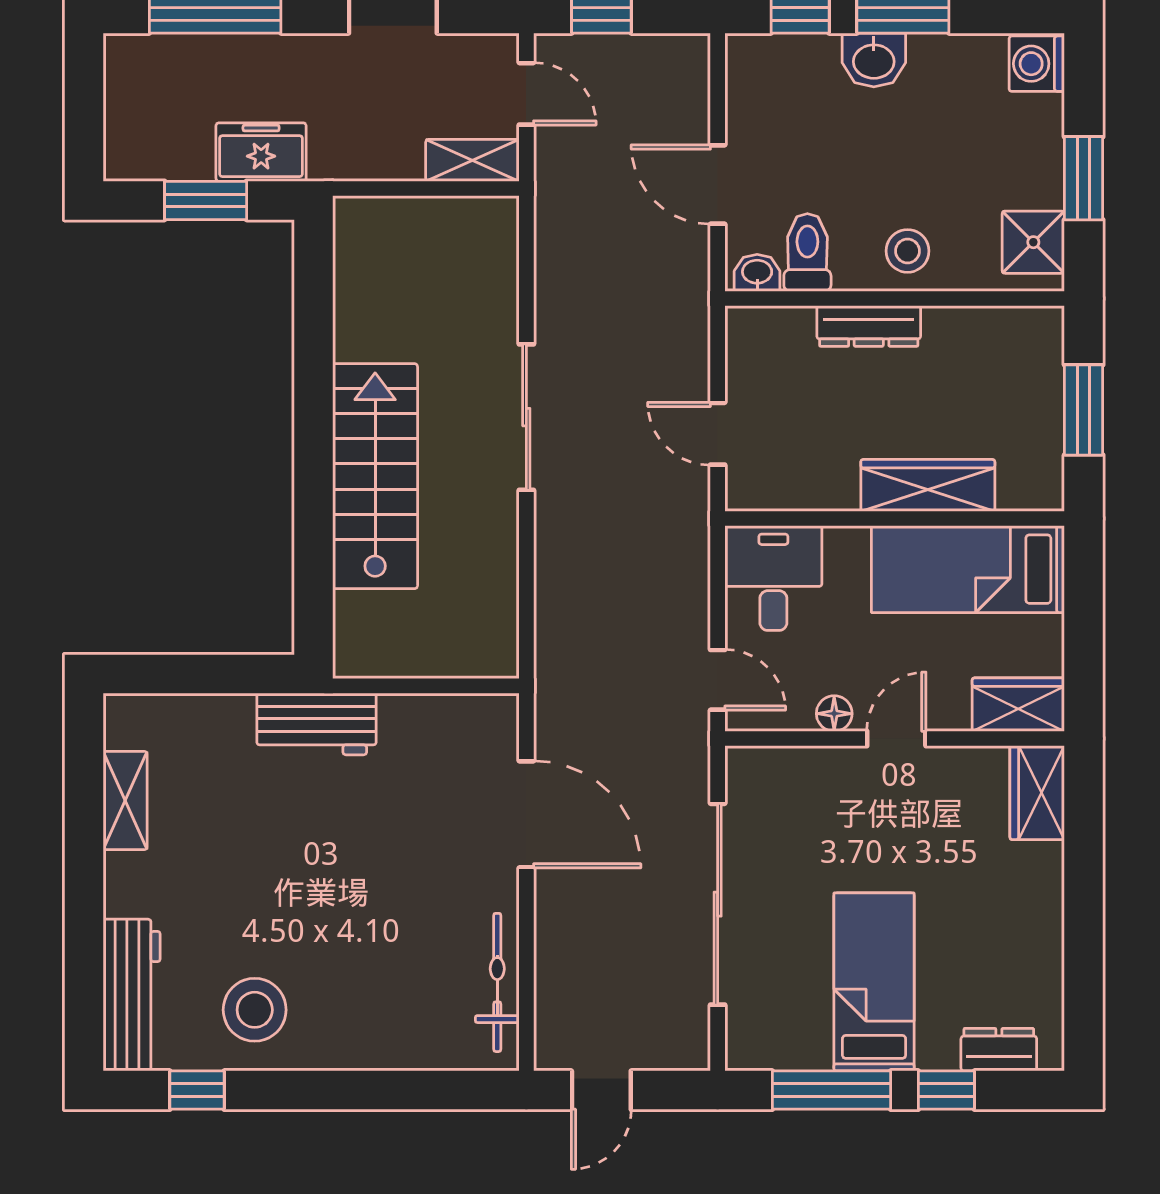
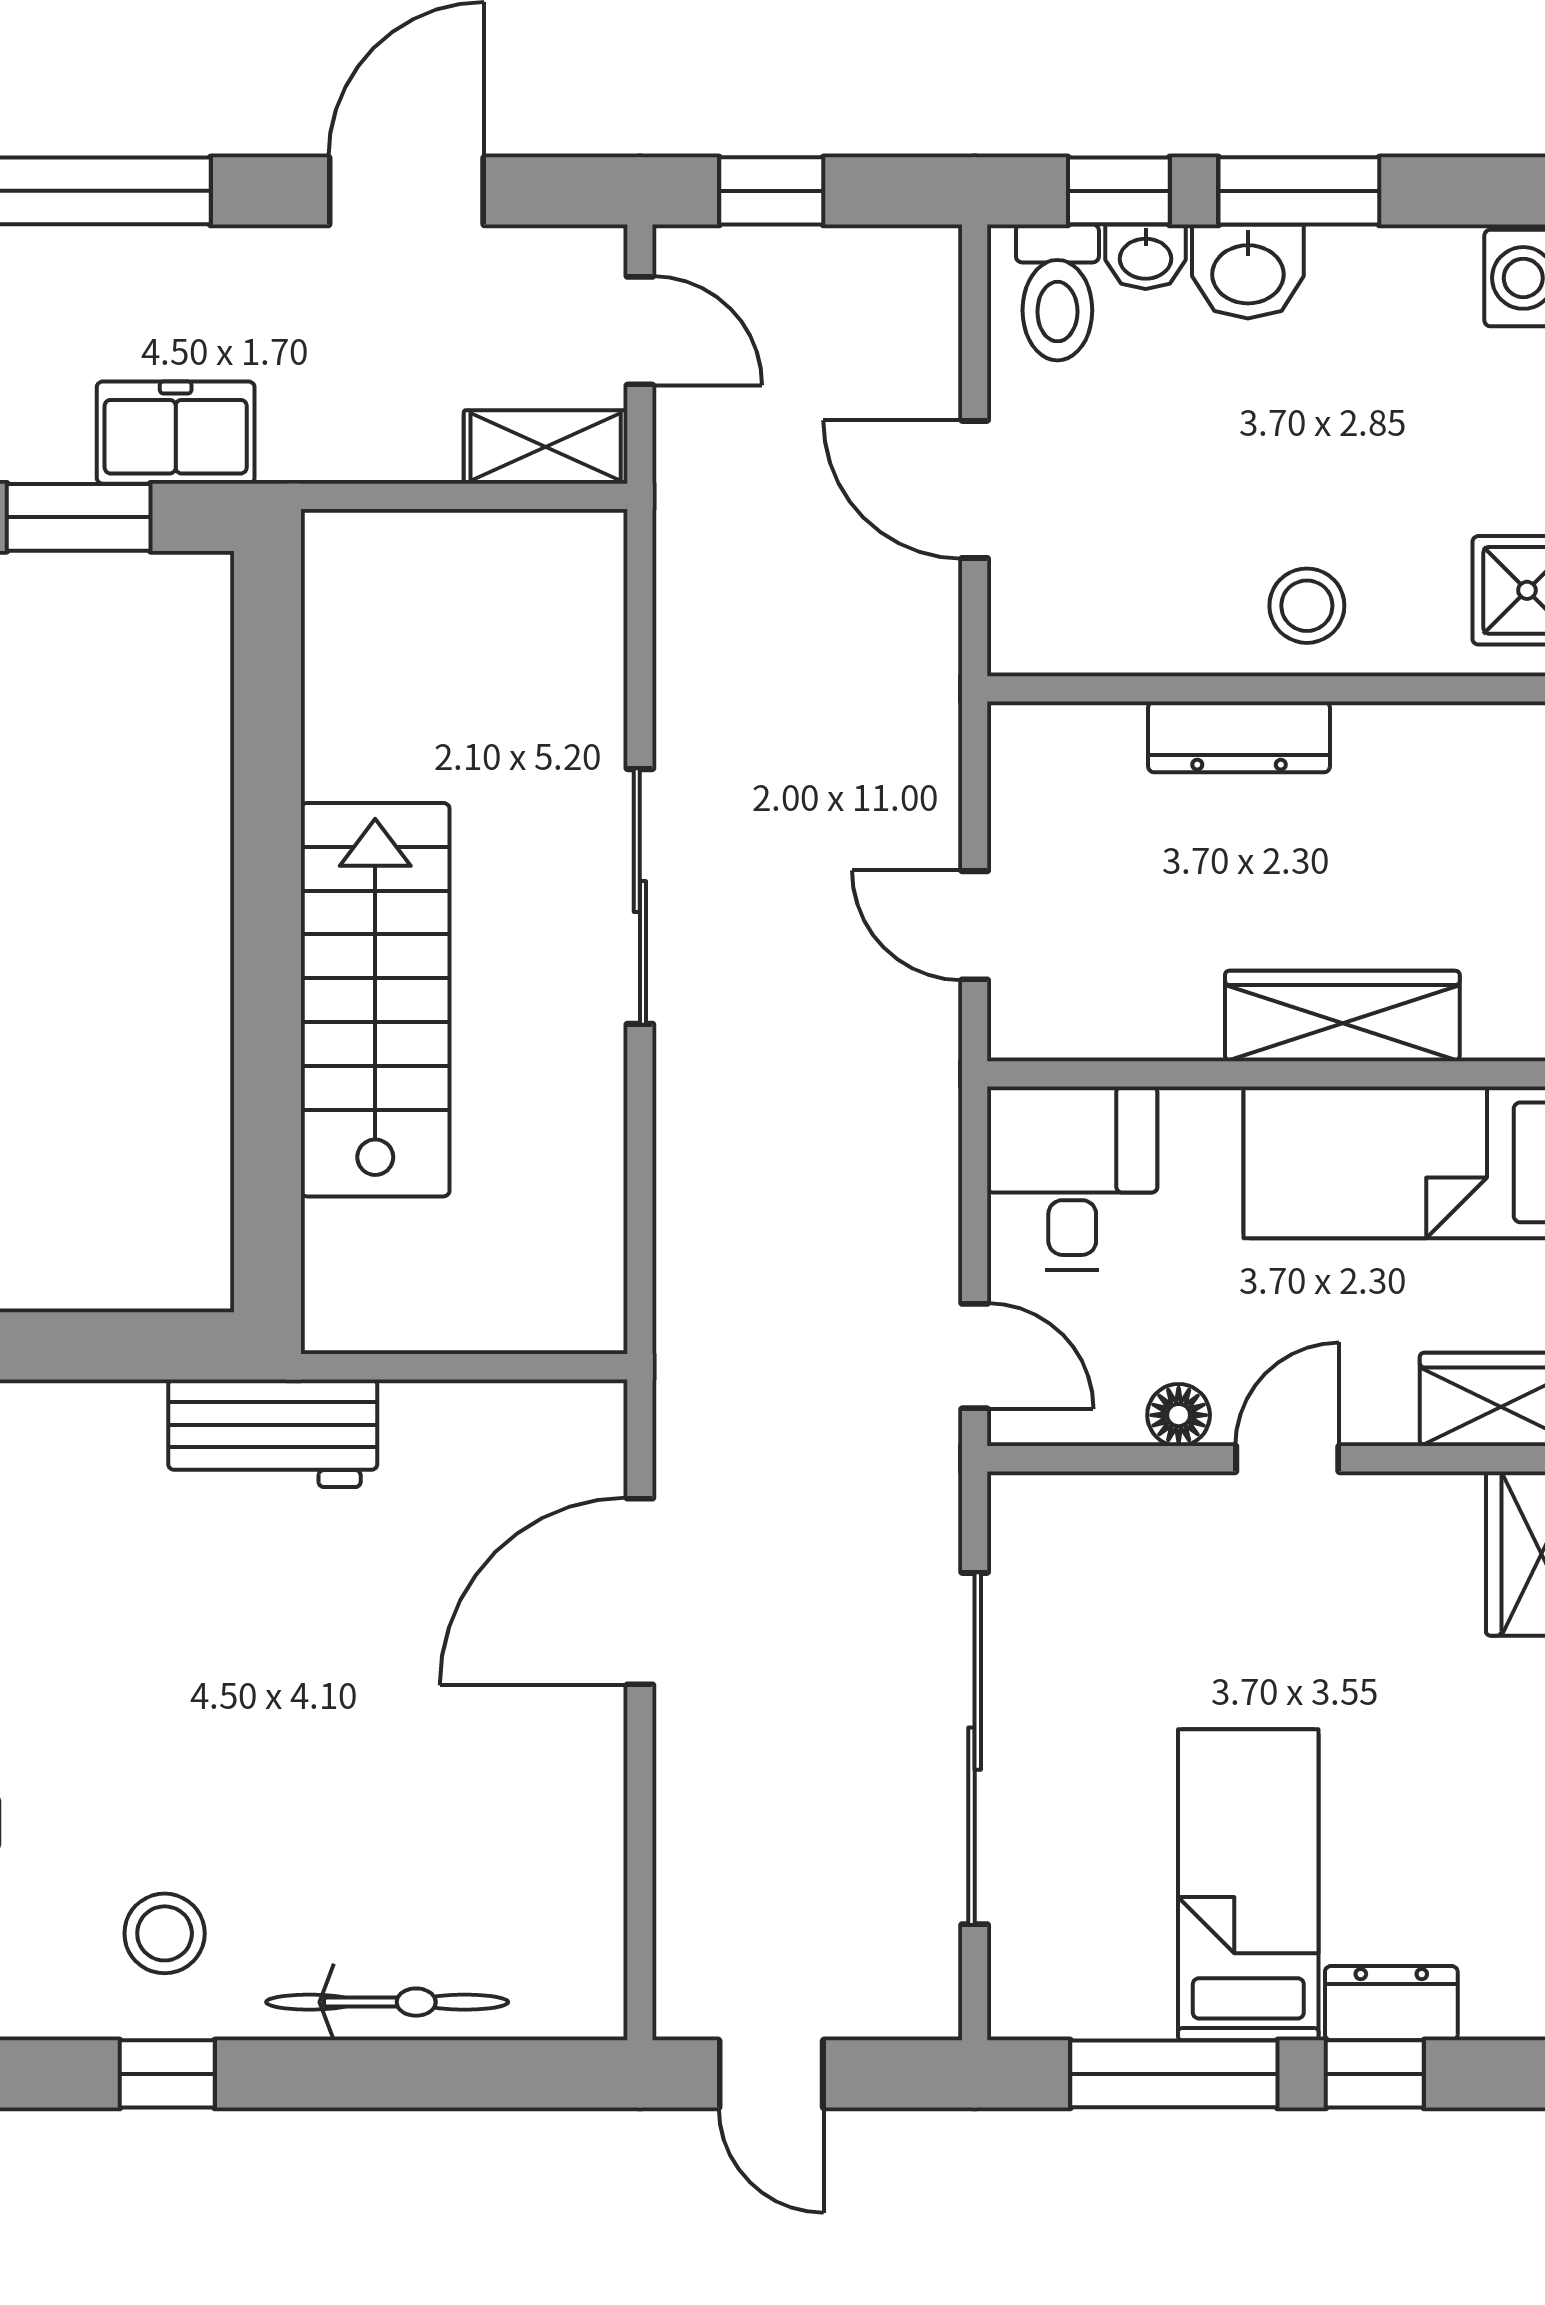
toilet: (807, 252) -> (1057, 292), moved, turned 180
washbasin: (757, 273) -> (1146, 257), moved, turned 180
door: (526, 814) -> (640, 1592), swing flipped
bicycle: (497, 982) -> (387, 2002), moved, turned 90
stool: (255, 1010) -> (165, 1933), width x0.73, depth x0.73
dresser: (999, 1050) -> (1391, 2003), moved
window: (197, 1090) -> (167, 2074), moved
door: (601, 1090) -> (771, 2074), hinge flipped

